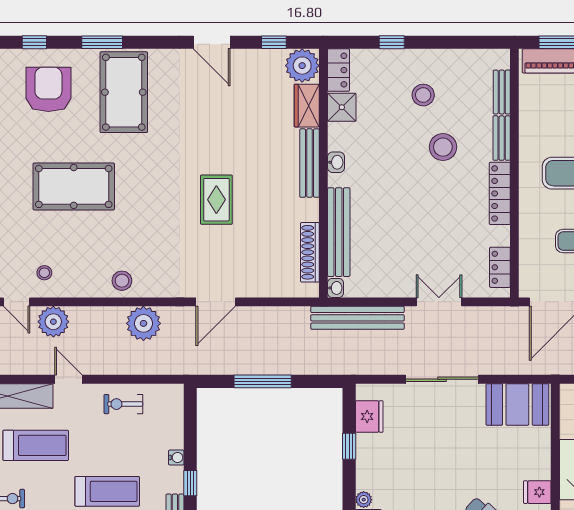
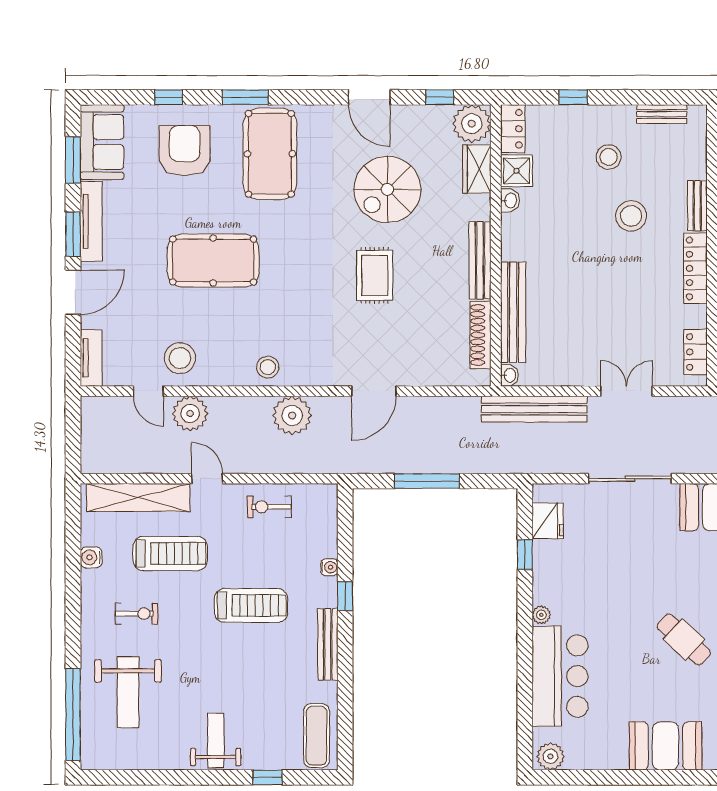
bench: (502, 92) -> (662, 114), moved, turned 90
spiral stairs: (228, 124) -> (387, 189), added
washbasin: (336, 162) -> (510, 200), moved
bench: (309, 163) -> (480, 260), moved
stool: (44, 273) -> (180, 358), width x1.89, depth x1.89

